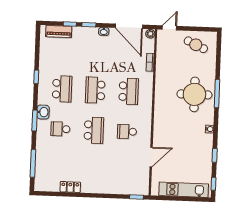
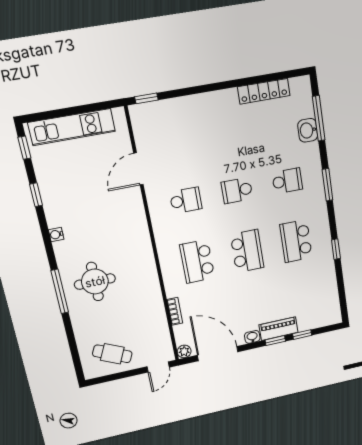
piano: (59, 31) -> (279, 329), moved
round table: (194, 94) -> (95, 282), width x0.73, depth x0.73
washbasin: (43, 112) -> (308, 130), moved
school desk: (94, 130) -> (237, 191), width x0.54
locker: (70, 187) -> (264, 91), width x1.53

